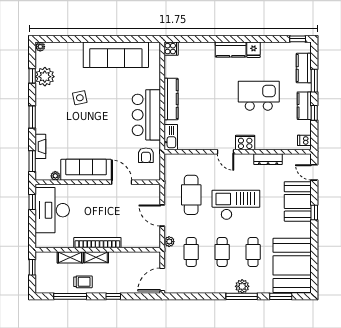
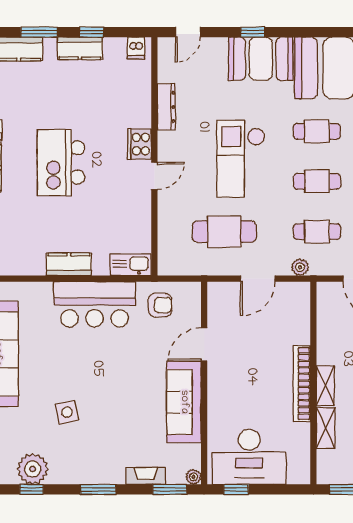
kitchen island: (259, 96) -> (61, 162), moved
kitchen counter: (171, 99) -> (69, 264), width x0.67
plant: (55, 176) -> (194, 477), moved
booth: (298, 201) -> (261, 59), moved

